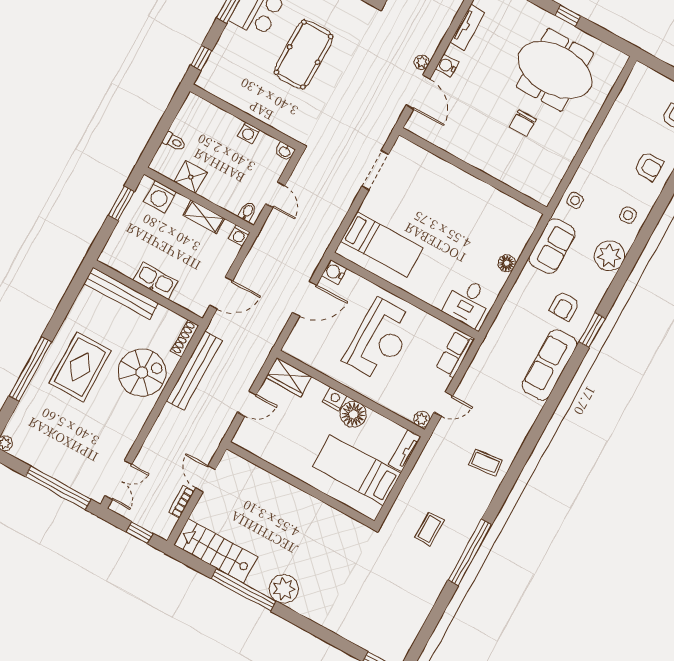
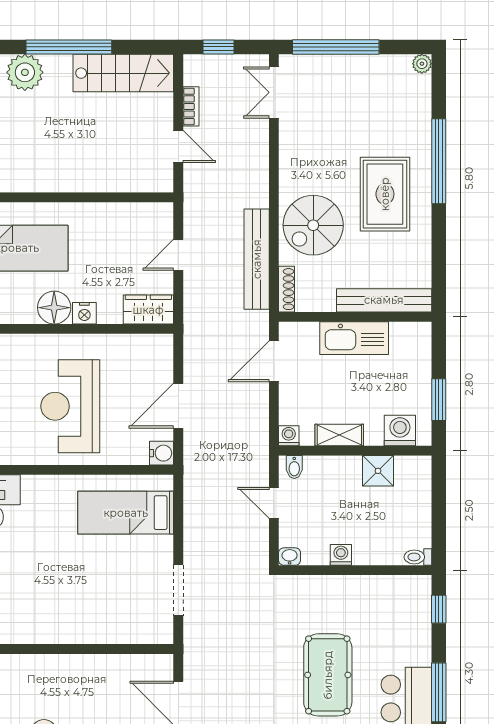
toilet: (174, 142) -> (418, 557), moved
kitchen sink: (155, 281) -> (354, 338), width x1.36, depth x1.24

